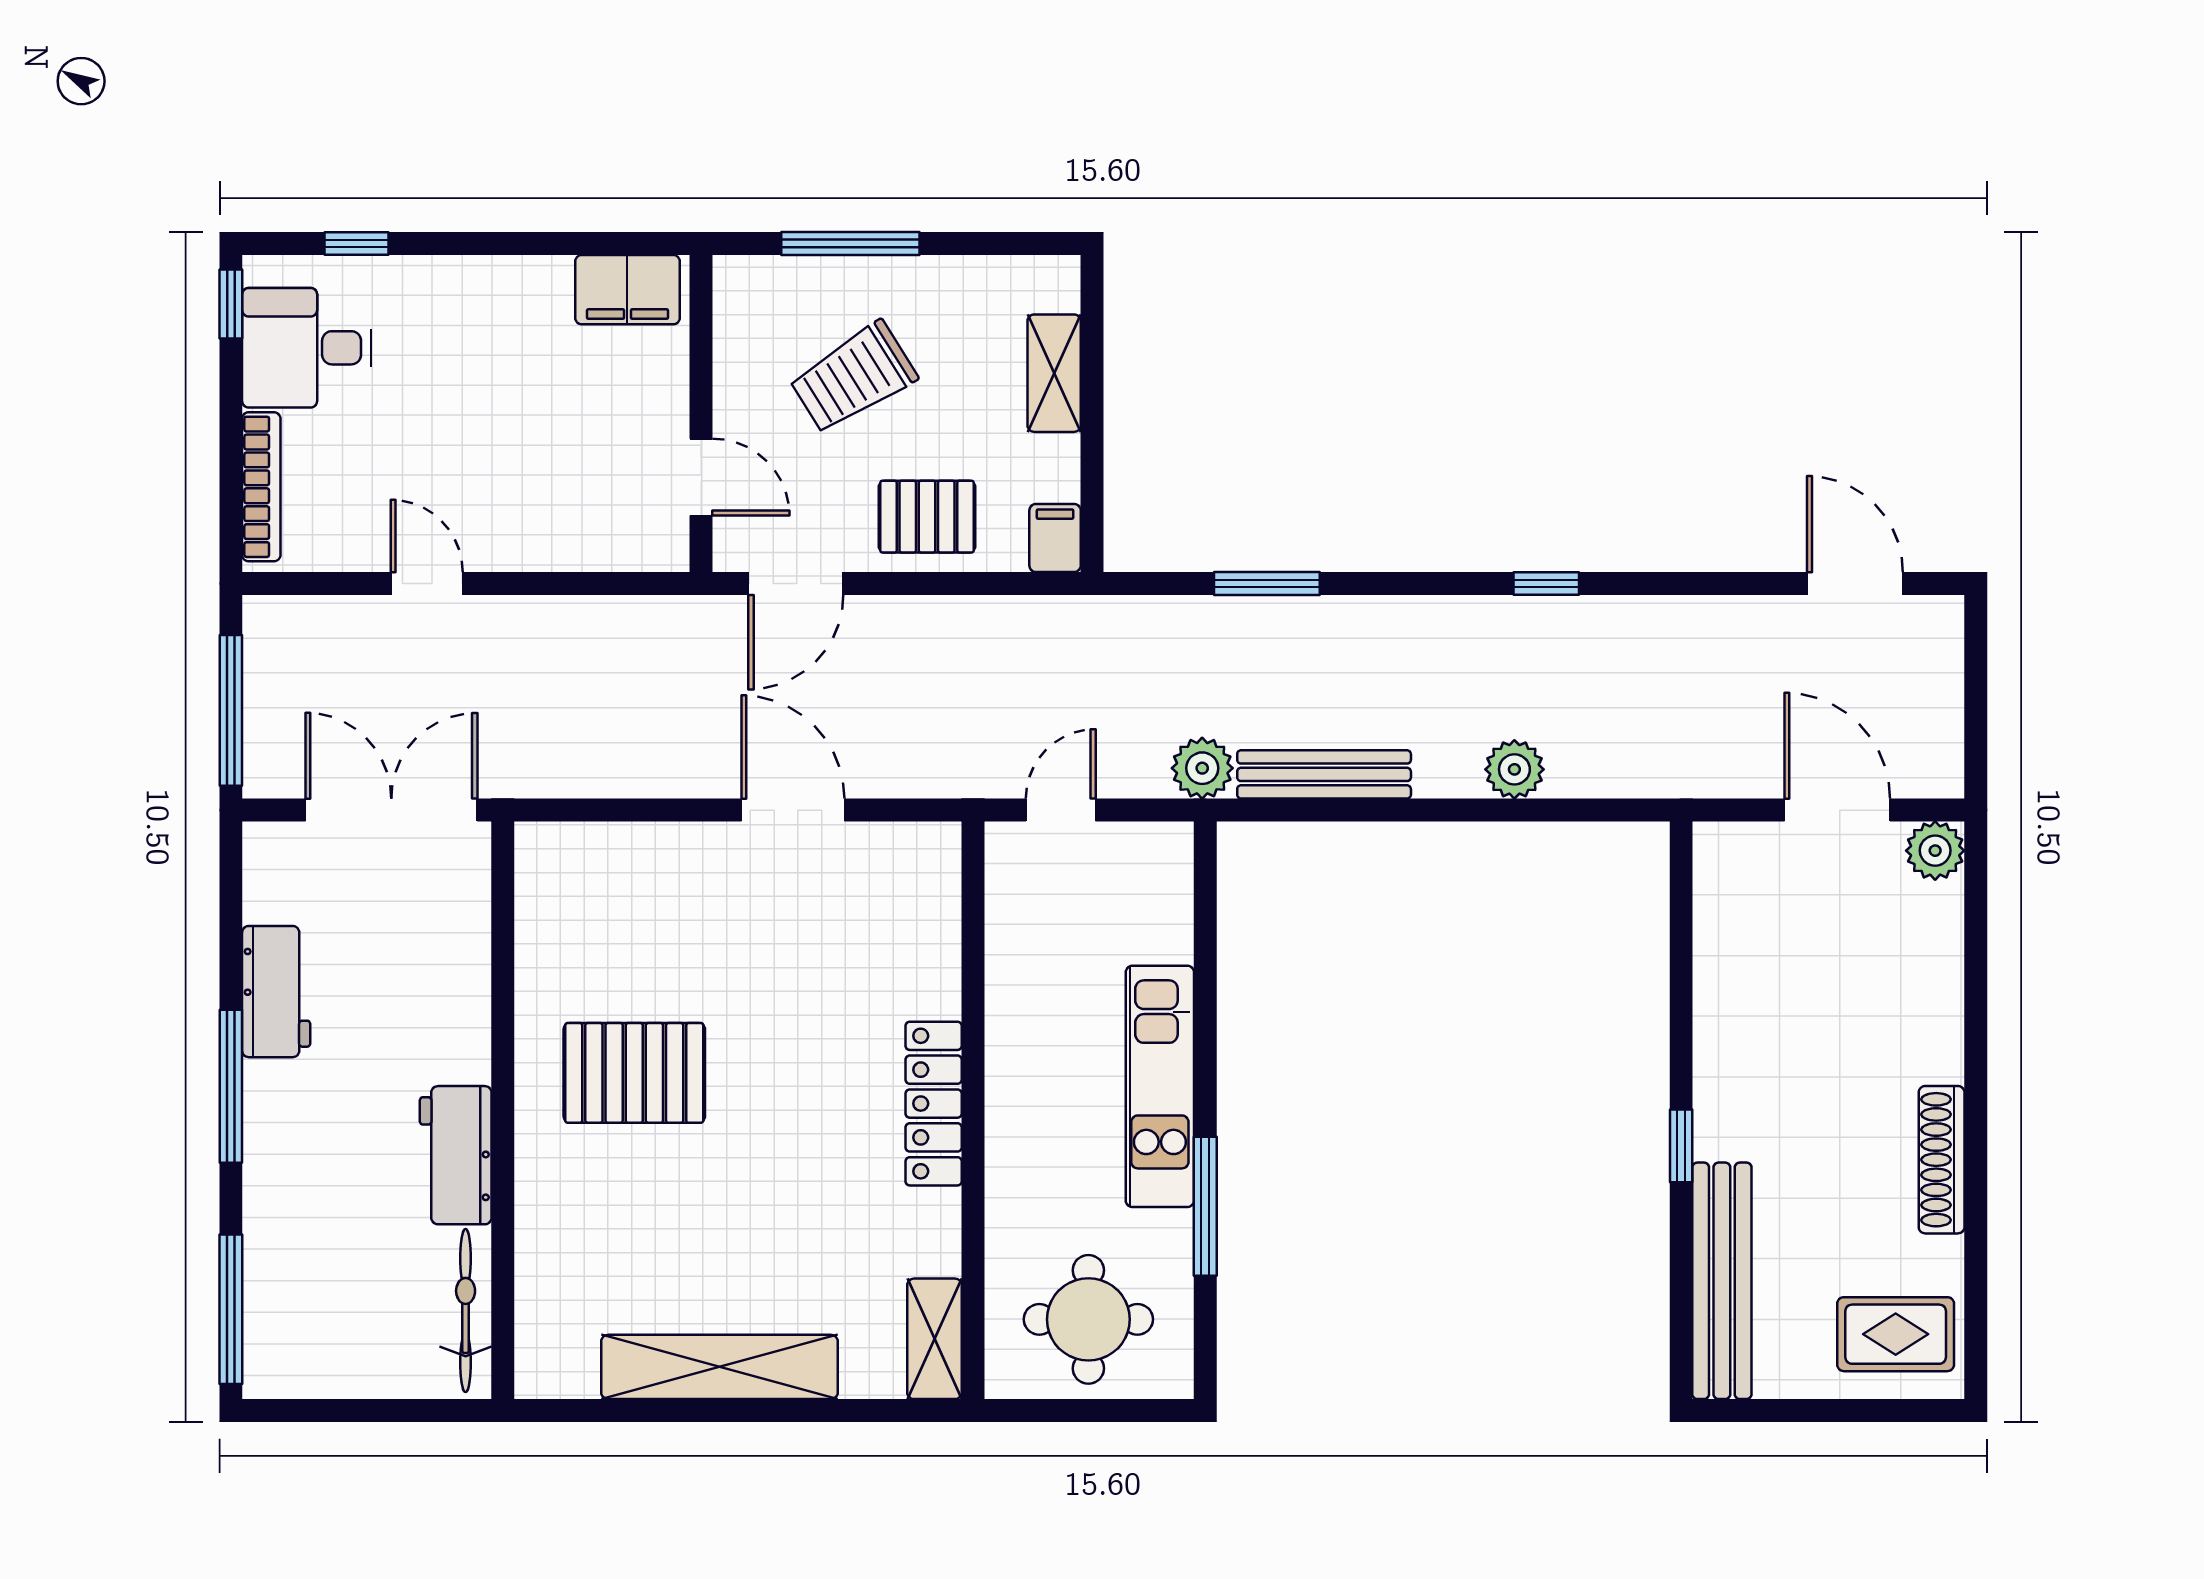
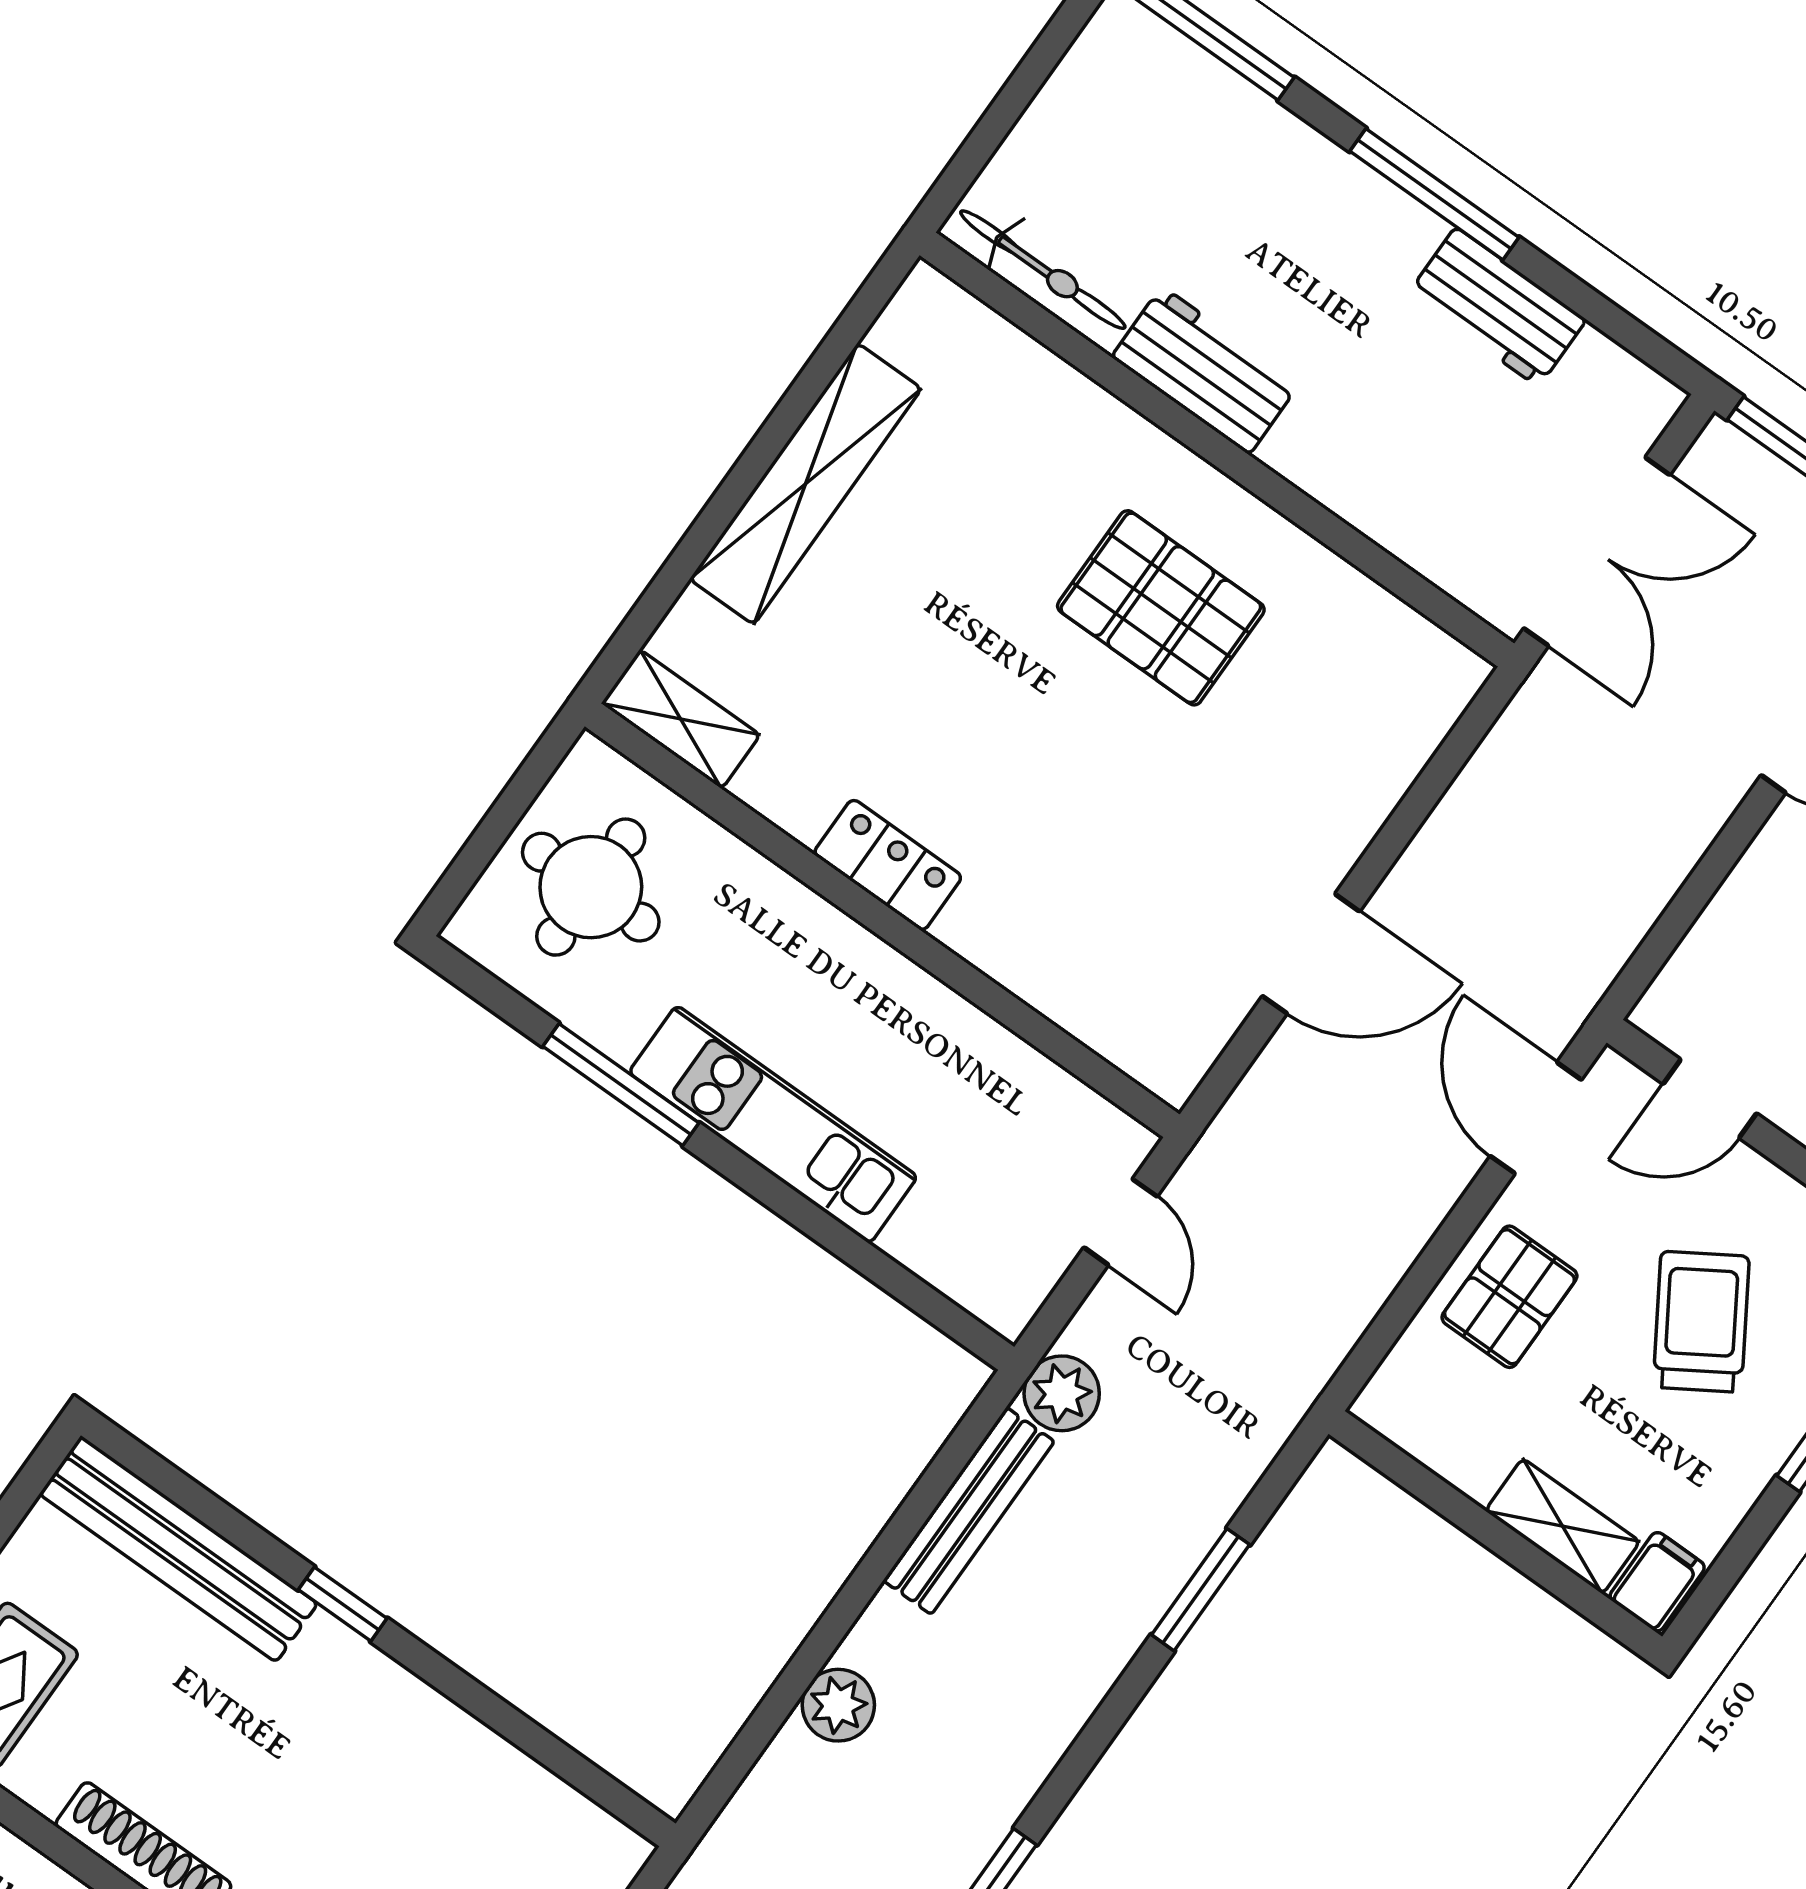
filing cabinet: (1055, 538) -> (1657, 1582), moved, turned -90
pallet: (634, 1073) -> (1161, 608), turned 90
locker: (934, 1104) -> (888, 865), width x0.66

